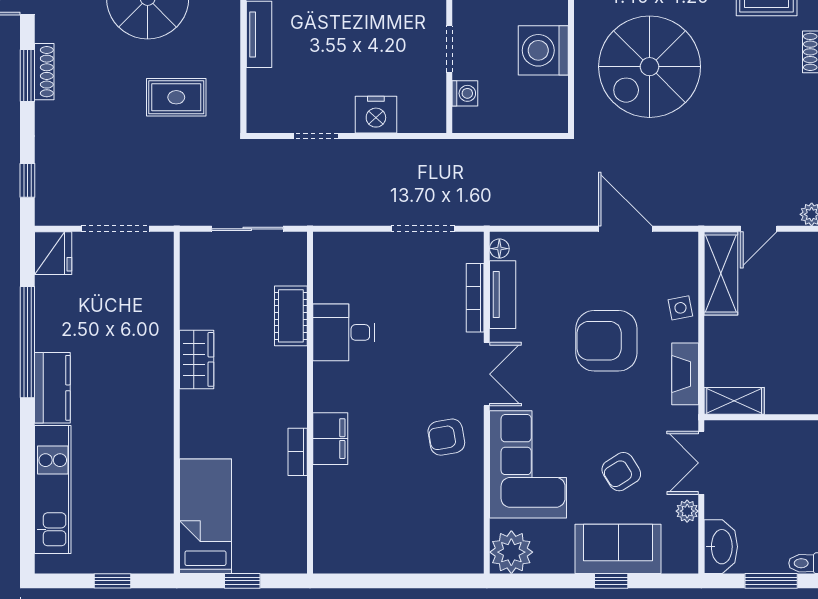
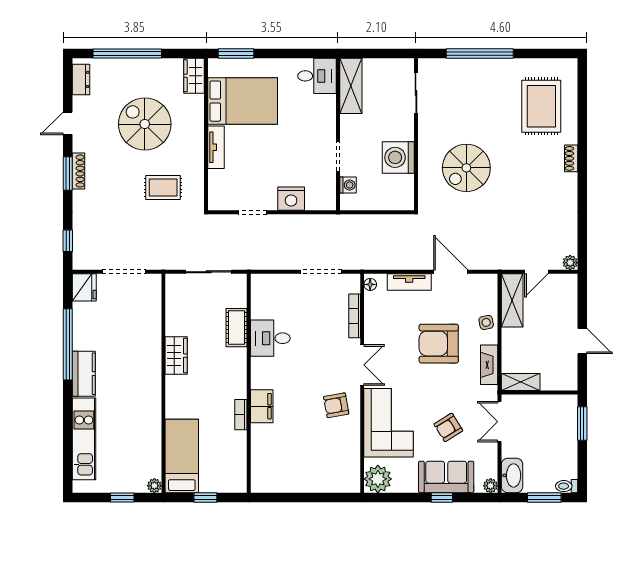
spiral stairs: (650, 67) -> (466, 168), width x0.73, depth x0.73
tv unit: (503, 295) -> (409, 282), moved, turned 90
plant: (687, 511) -> (491, 486), moved
plant: (163, 563) -> (154, 486), added

